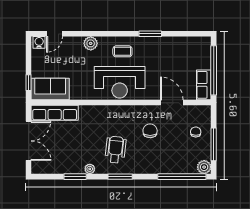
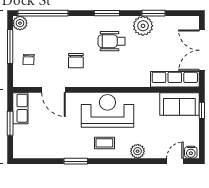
window: (214, 70) -> (10, 123), width x0.47
wheelchair: (116, 150) -> (112, 41), turned 84
plant: (90, 169) -> (143, 26), width x1.88, depth x1.88

